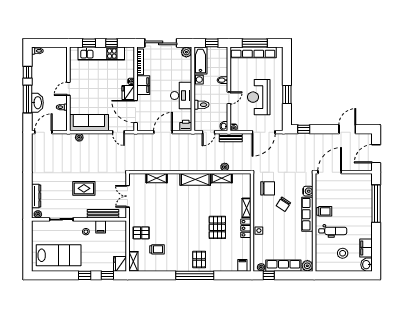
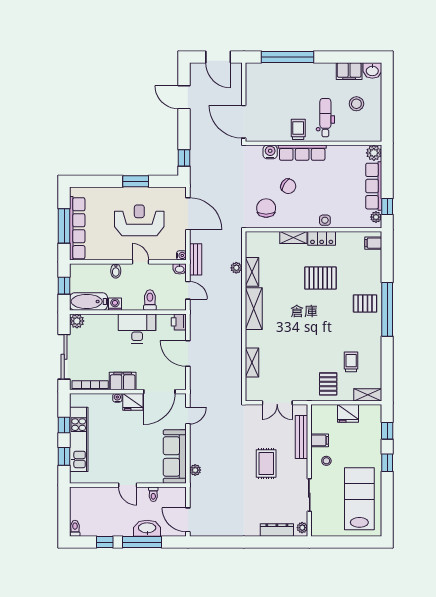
reception desk: (259, 97) -> (139, 220), turned 180
fridge: (120, 264) -> (348, 413), moved

